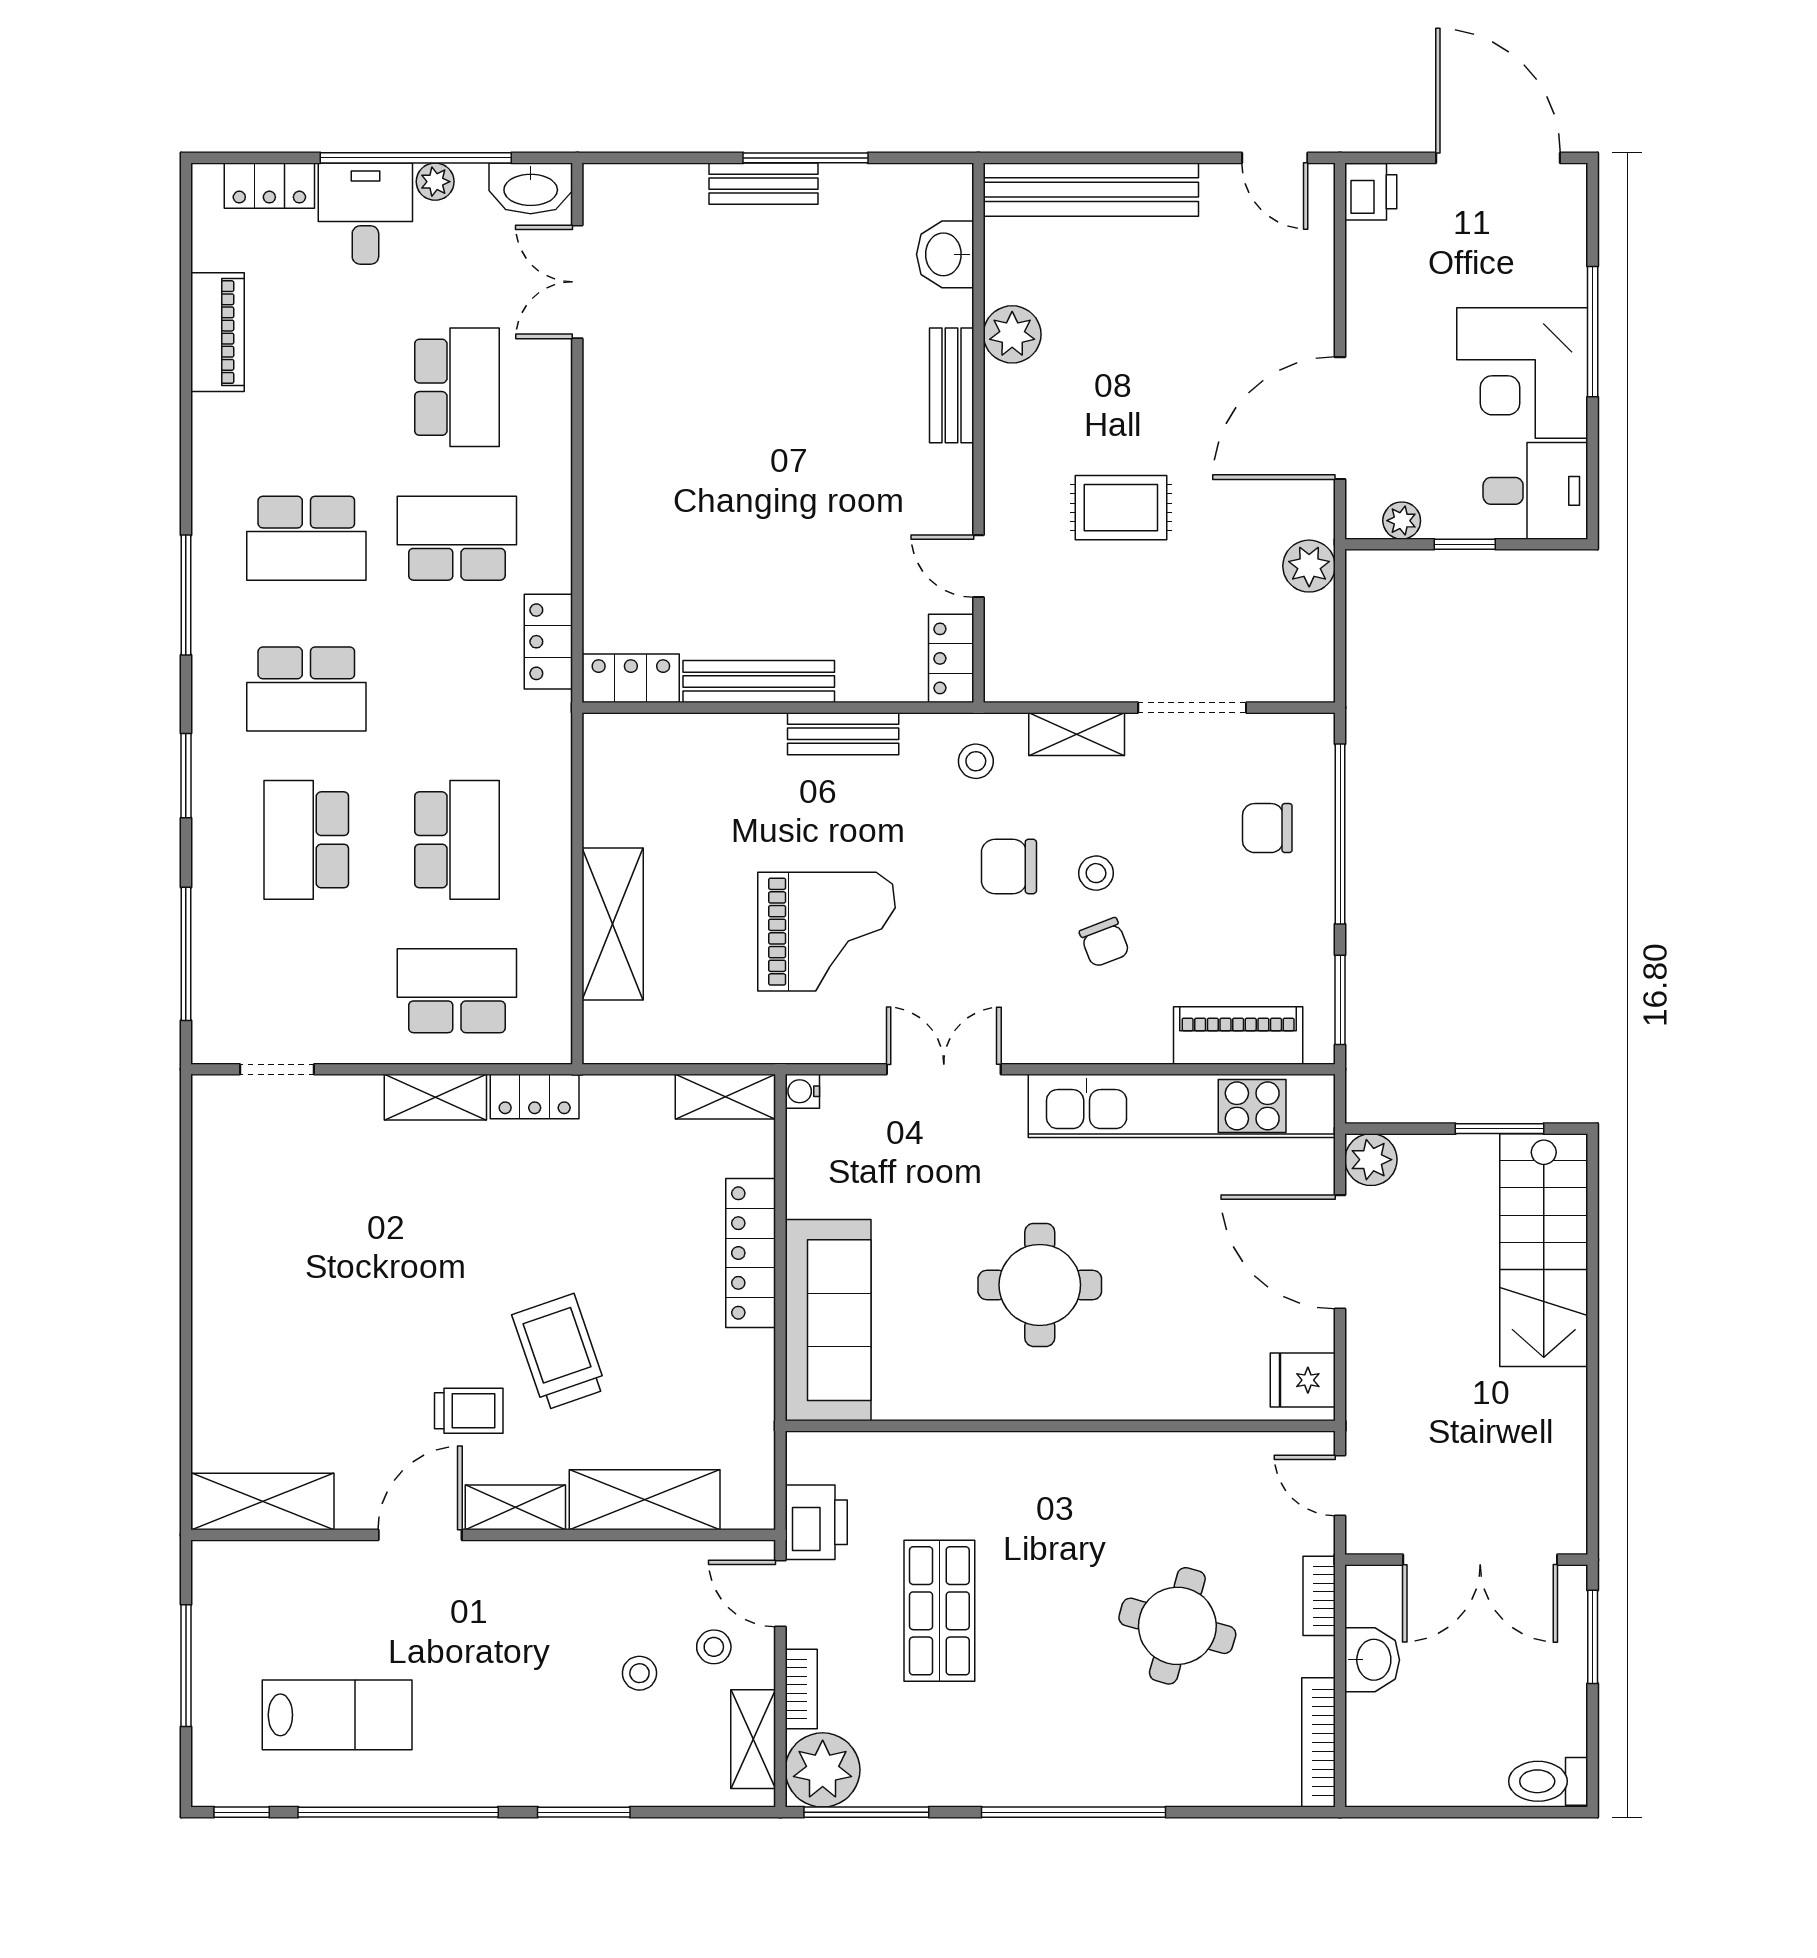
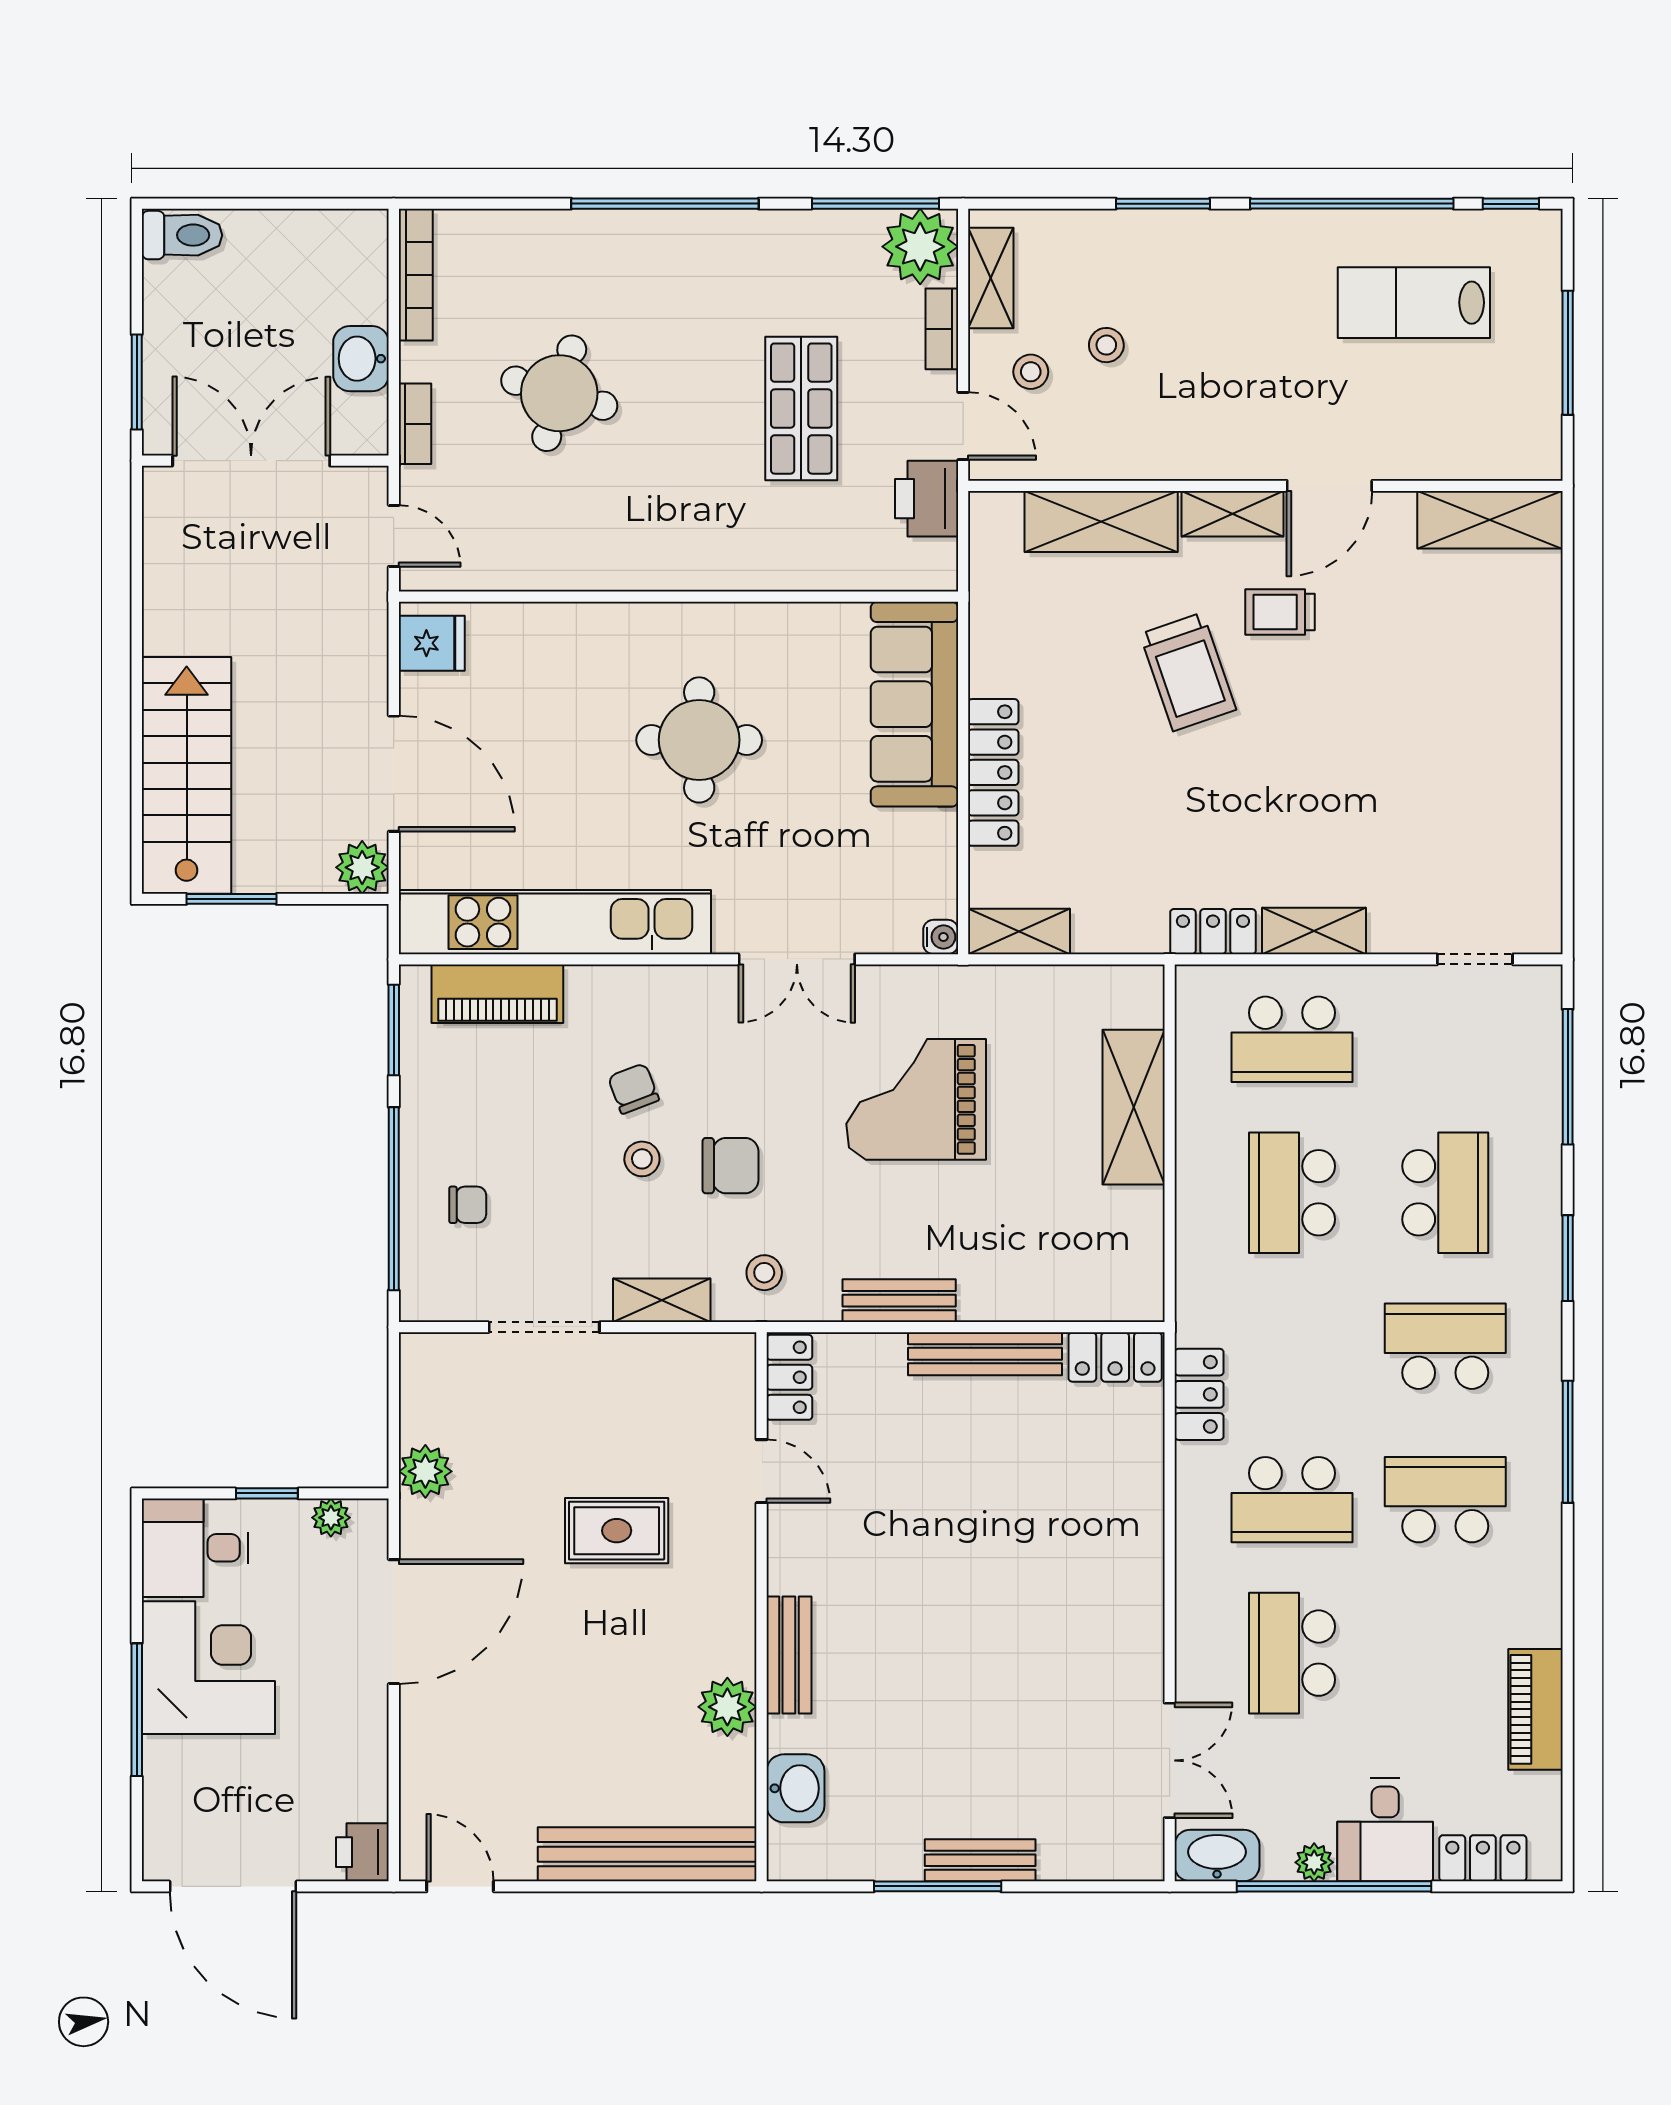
chair: (1267, 828) -> (468, 1205), width x0.73, depth x0.73

